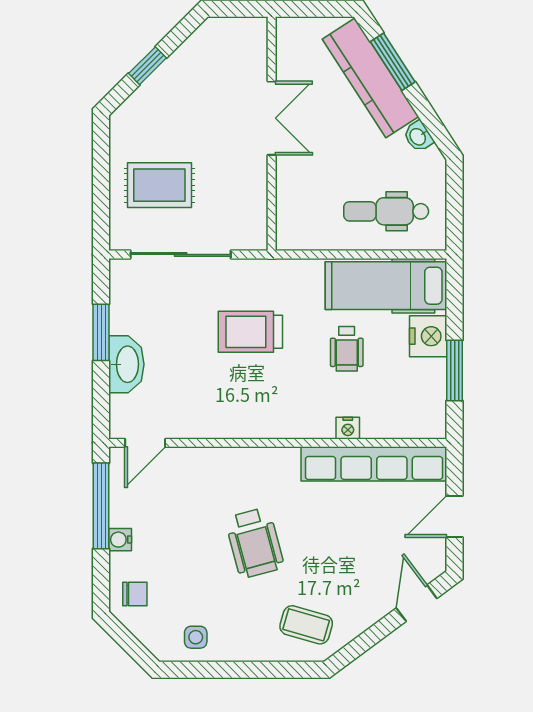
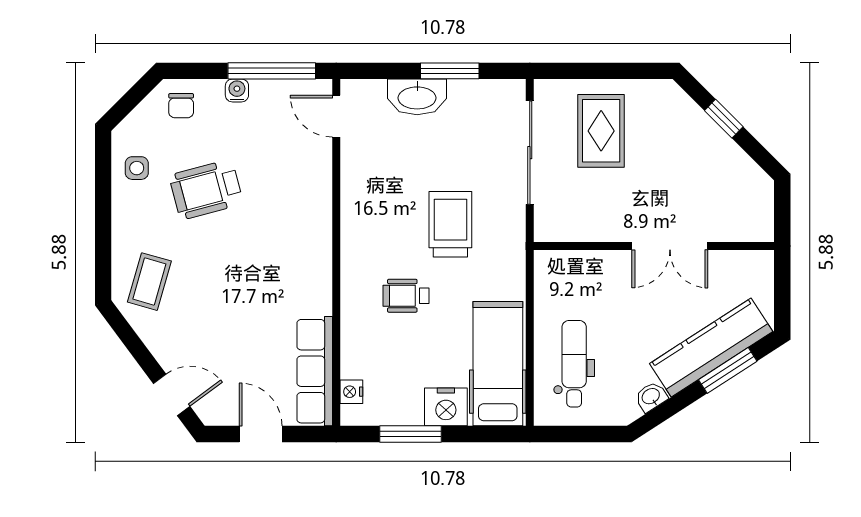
wheelchair: (347, 349) -> (406, 296), moved
nightstand: (348, 428) -> (351, 392), moved
row of seats: (374, 464) -> (315, 371), width x0.73
wheelchair: (255, 543) -> (206, 190), moved

